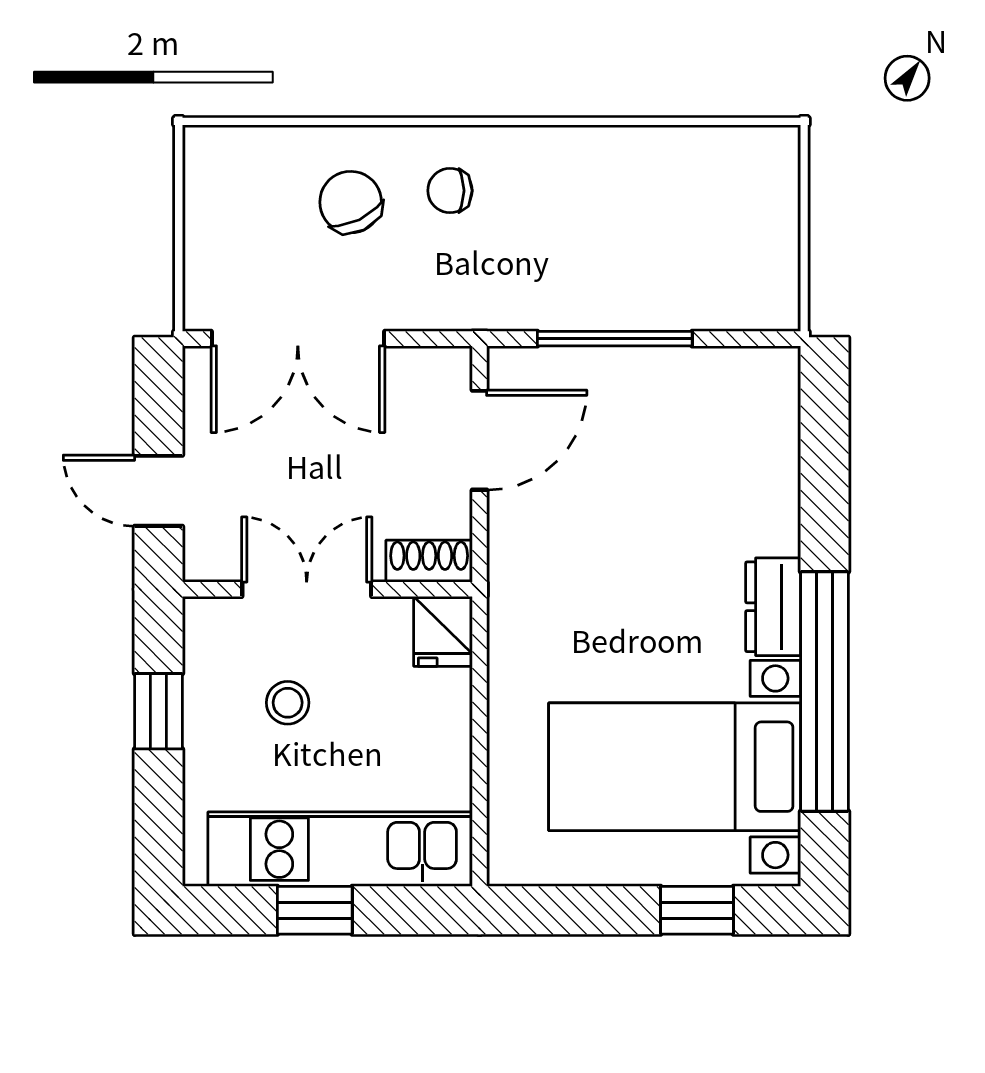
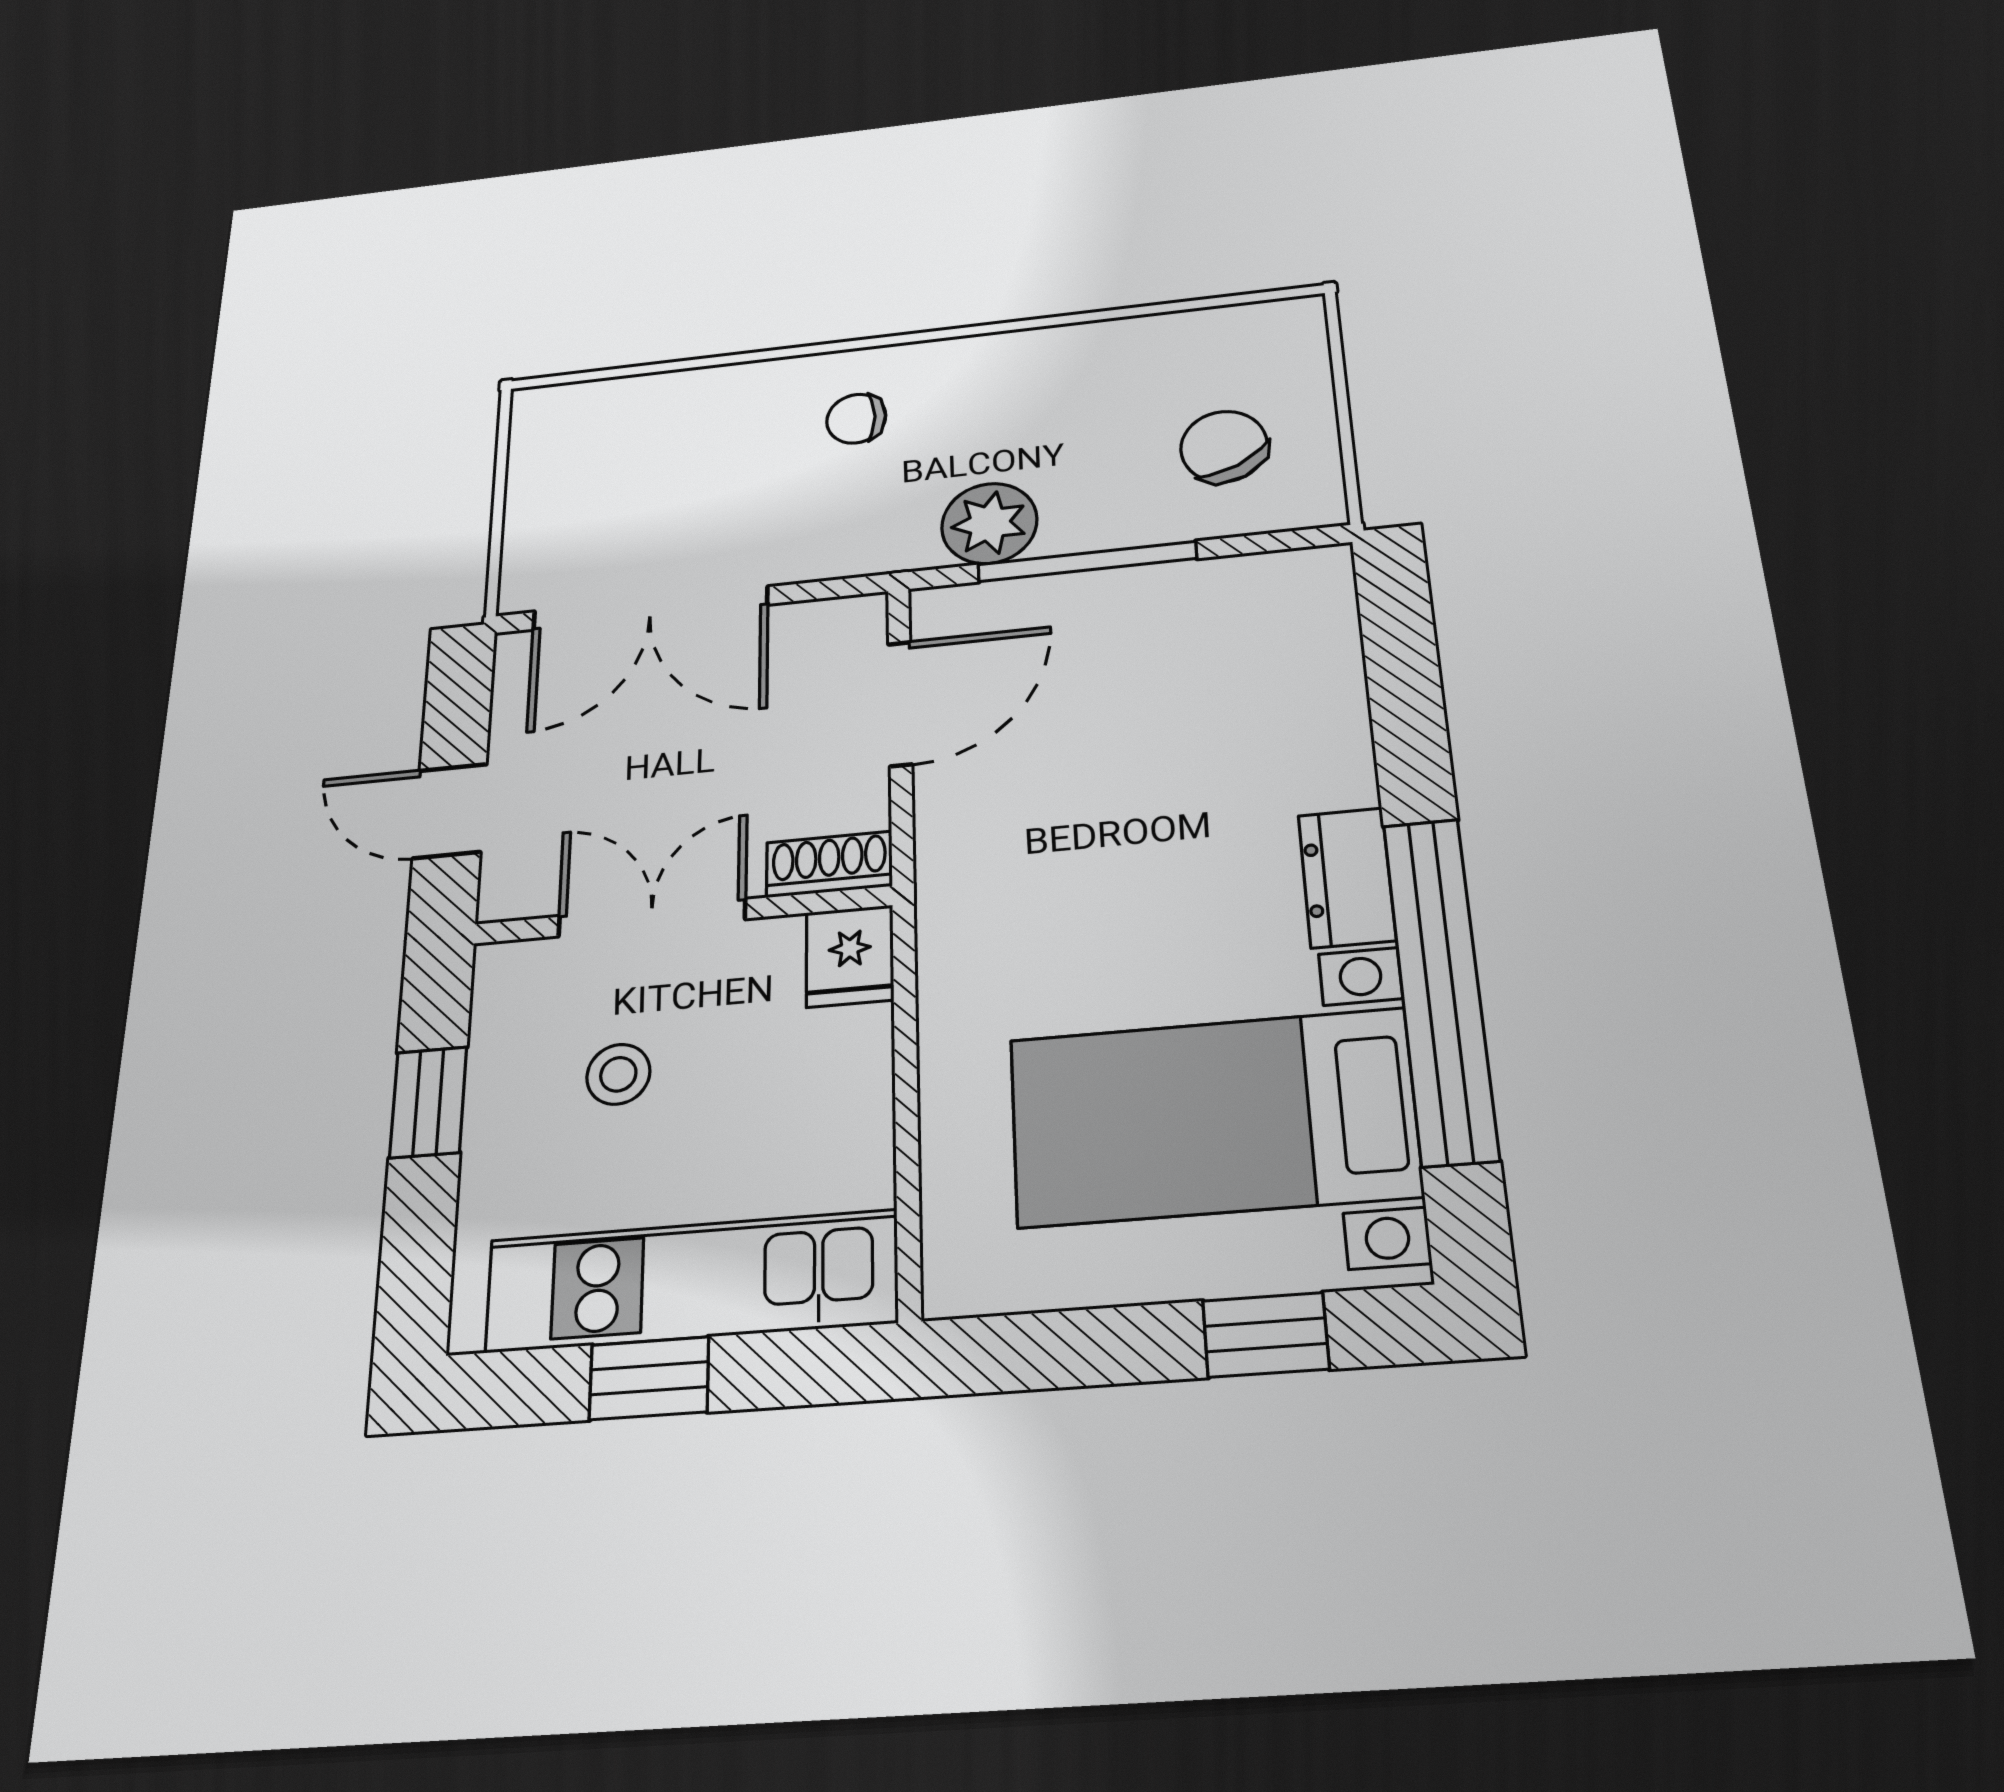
chair: (351, 202) -> (1224, 447), moved
plant: (546, 297) -> (989, 523), added

